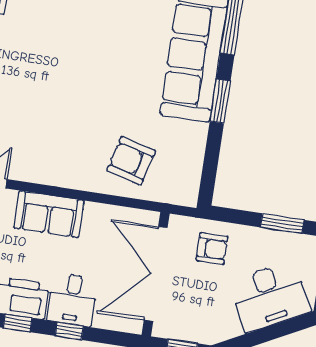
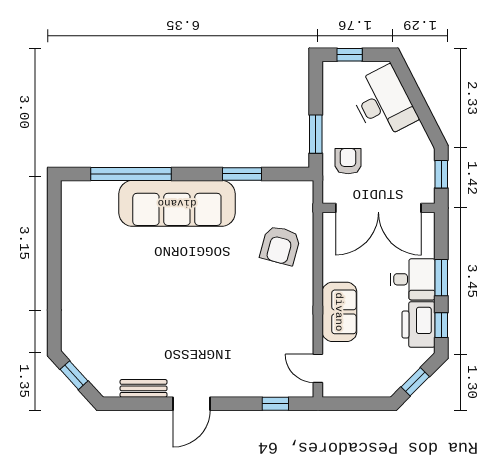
window: (220, 101) -> (242, 174), moved
window: (282, 224) -> (316, 134), moved
window: (69, 331) -> (441, 278), width x1.50

